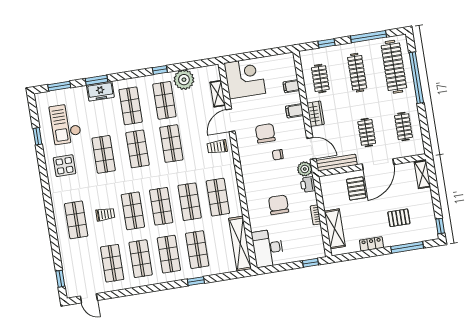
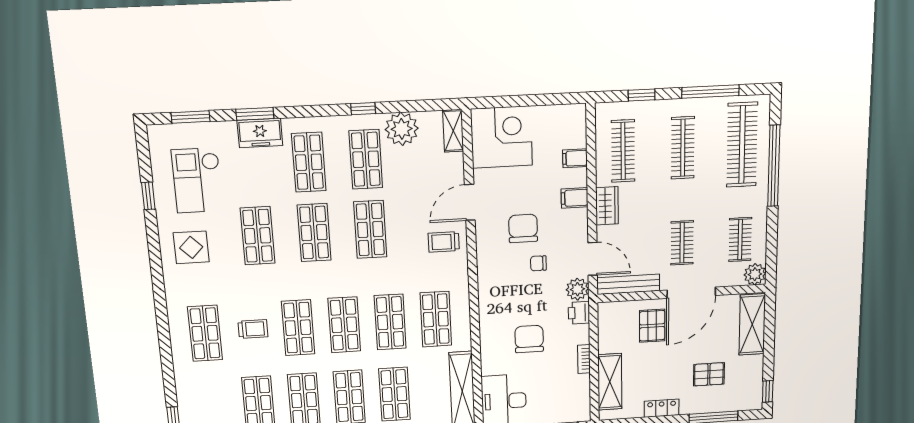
clothes rail: (320, 79) -> (623, 151), width x1.36
shelving: (218, 94) -> (453, 131), moved
plant: (417, 148) -> (755, 274), added
shelving: (422, 174) -> (752, 324), width x1.50, depth x1.33

